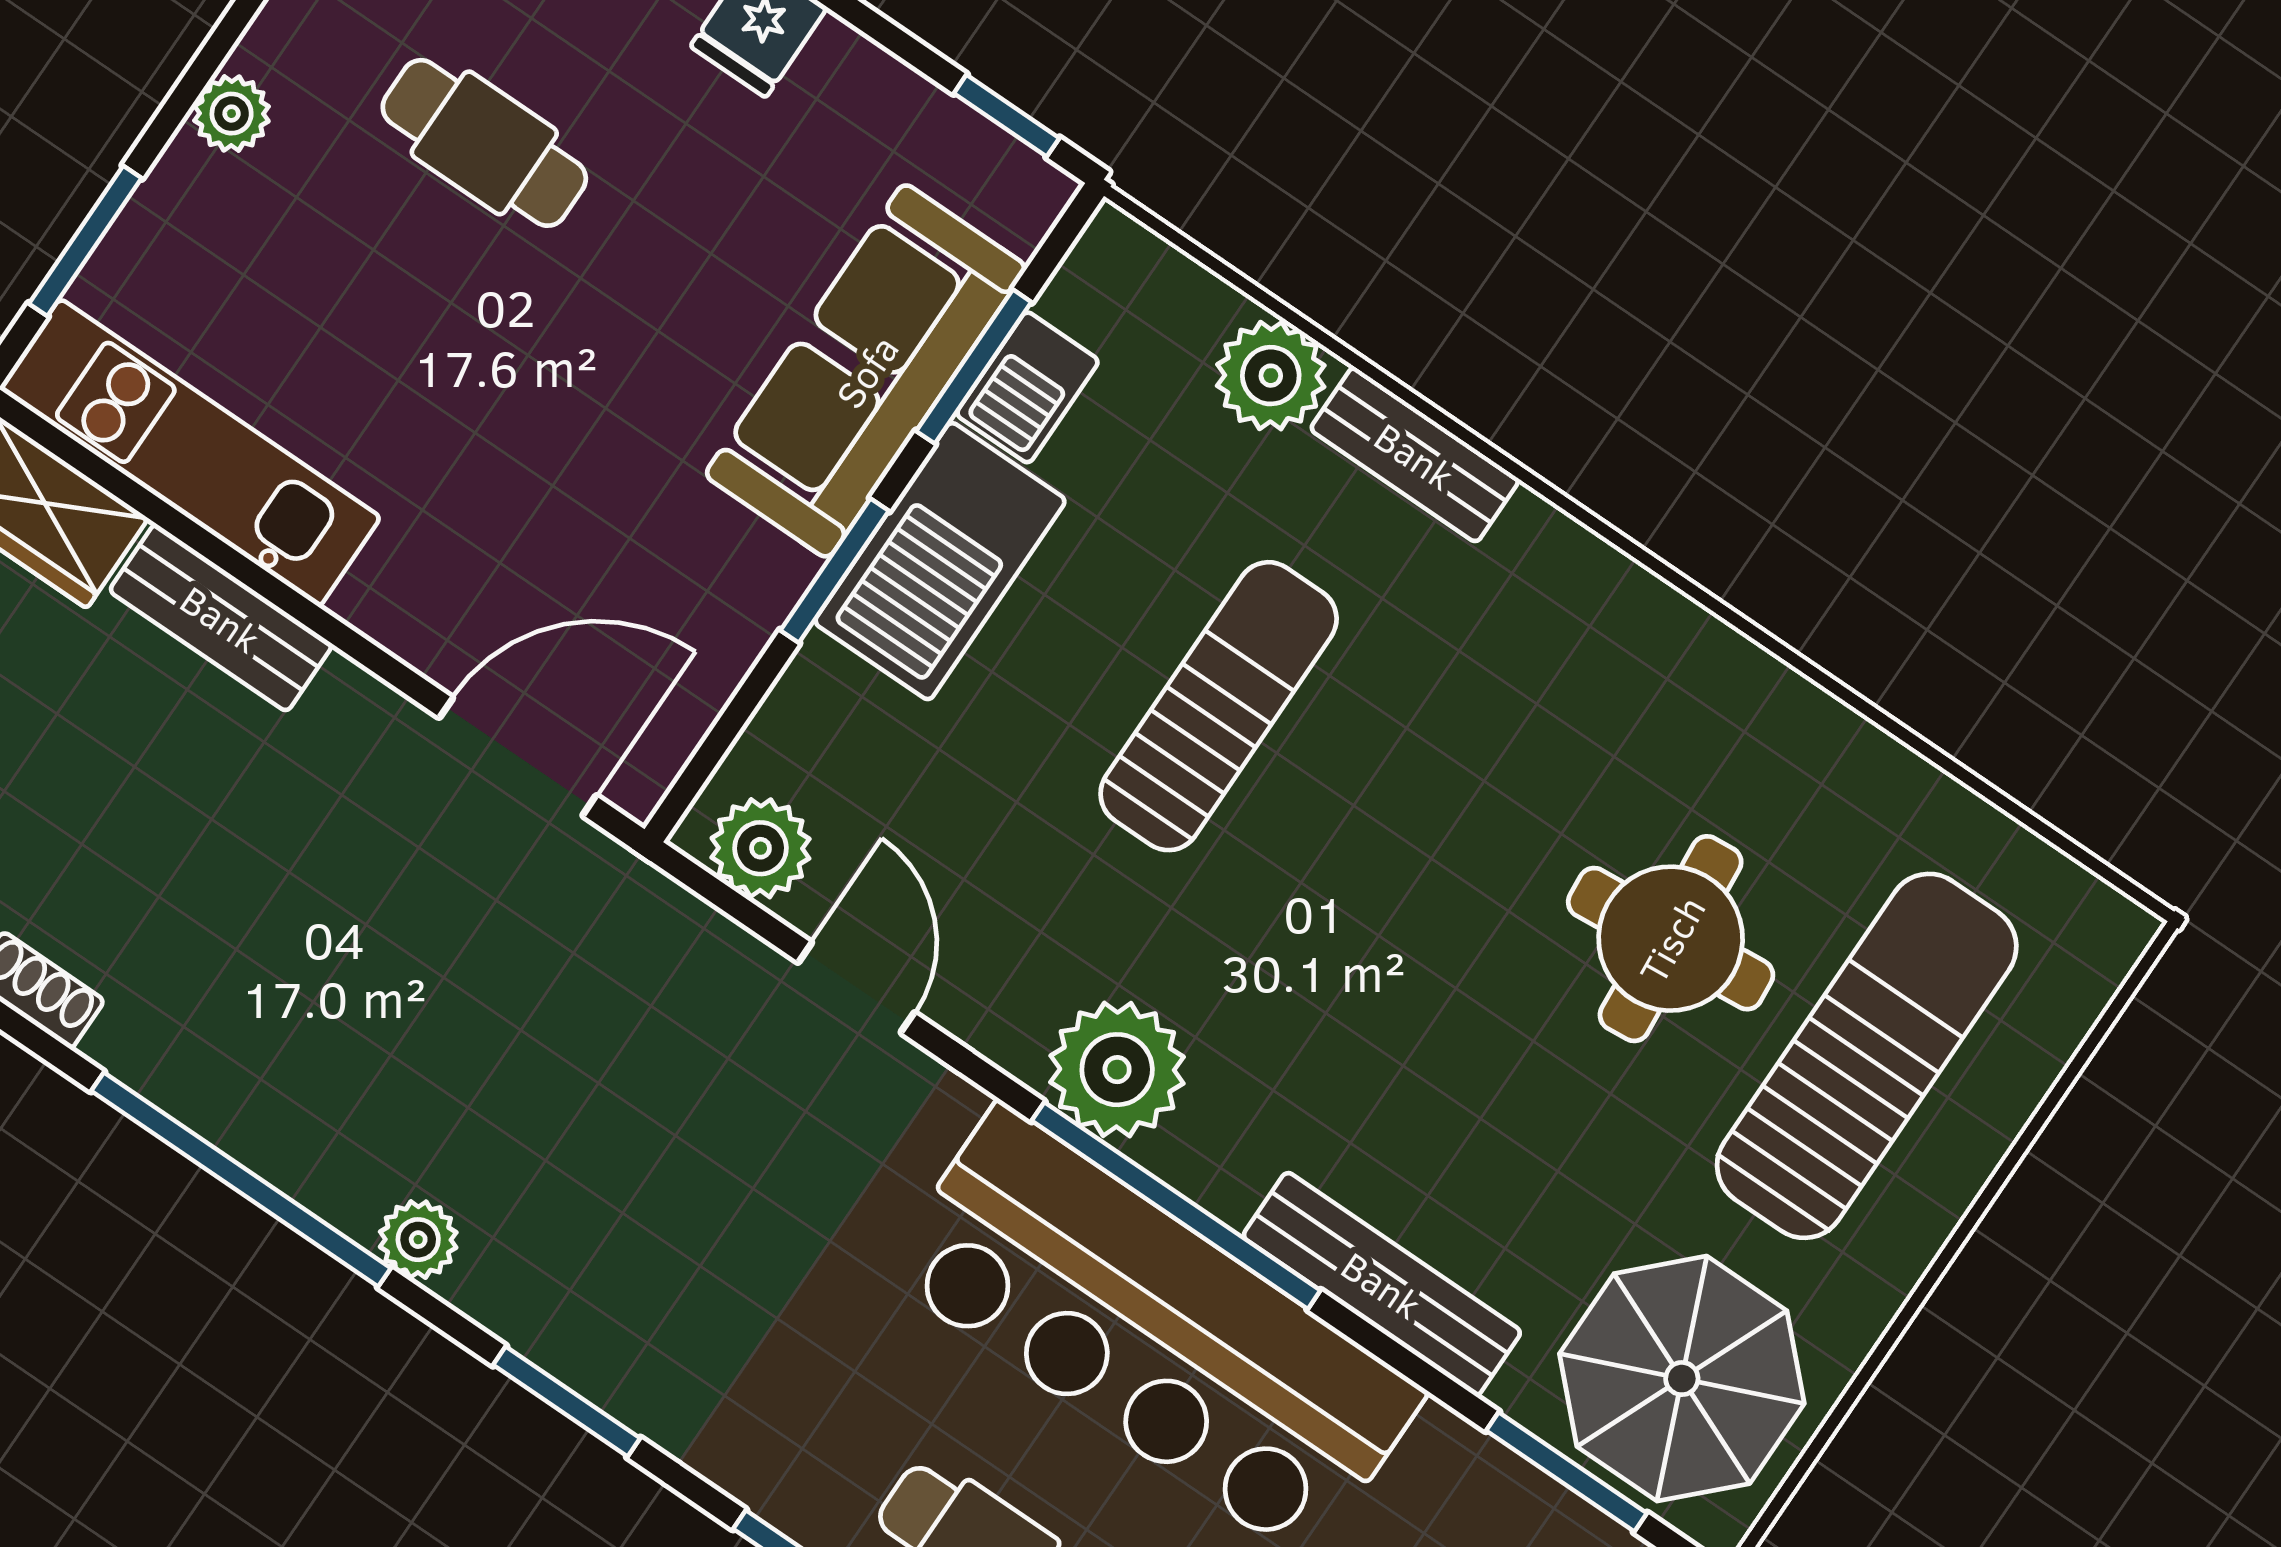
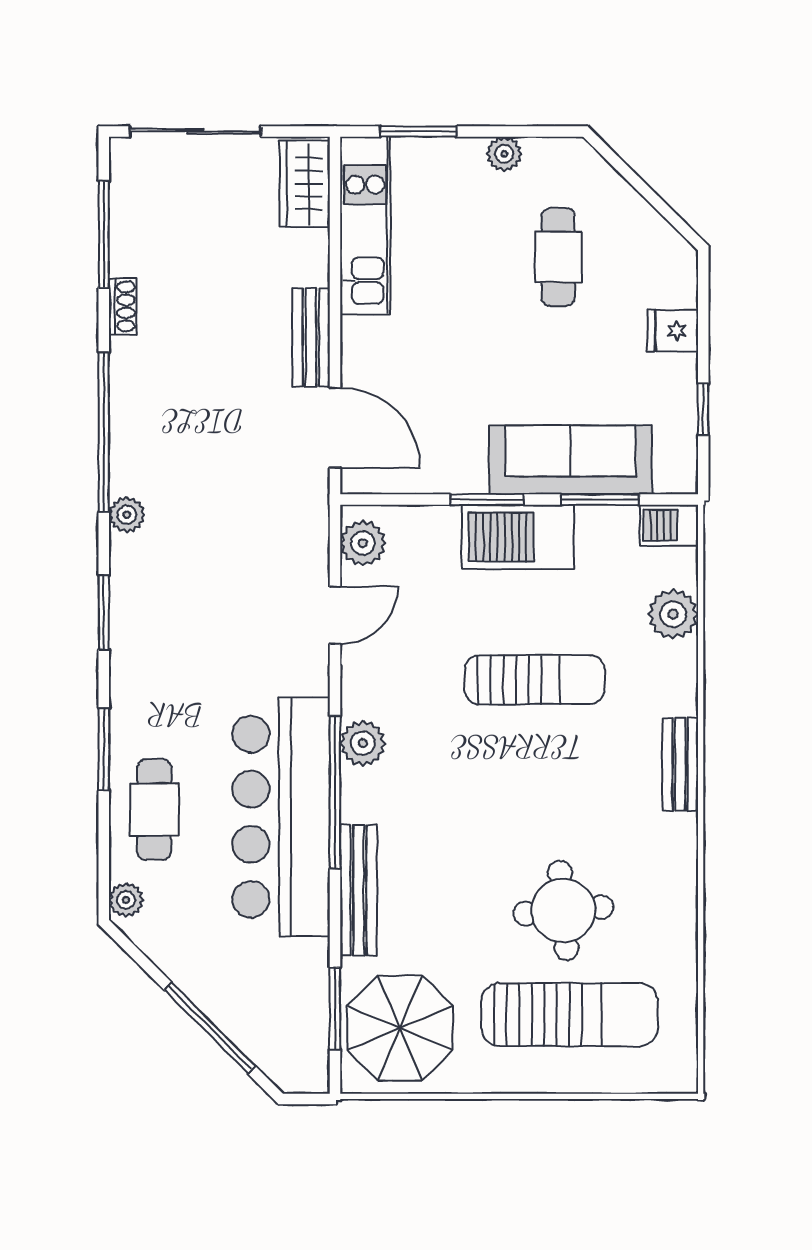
window: (1007, 116) -> (703, 409), moved
barbecue: (1027, 387) -> (669, 525), moved
bench: (1415, 455) -> (680, 764), moved
bench: (221, 618) -> (311, 337), moved
plant: (1117, 1070) -> (363, 743), width x0.73, depth x0.73

